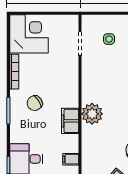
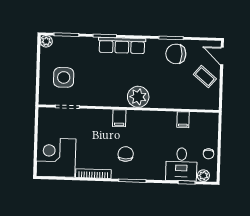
side table: (109, 39) -> (64, 77), width x1.87, depth x1.87
chair: (35, 103) -> (126, 154), turned -147
filing cabinet: (70, 121) -> (119, 118), moved, width x0.50

